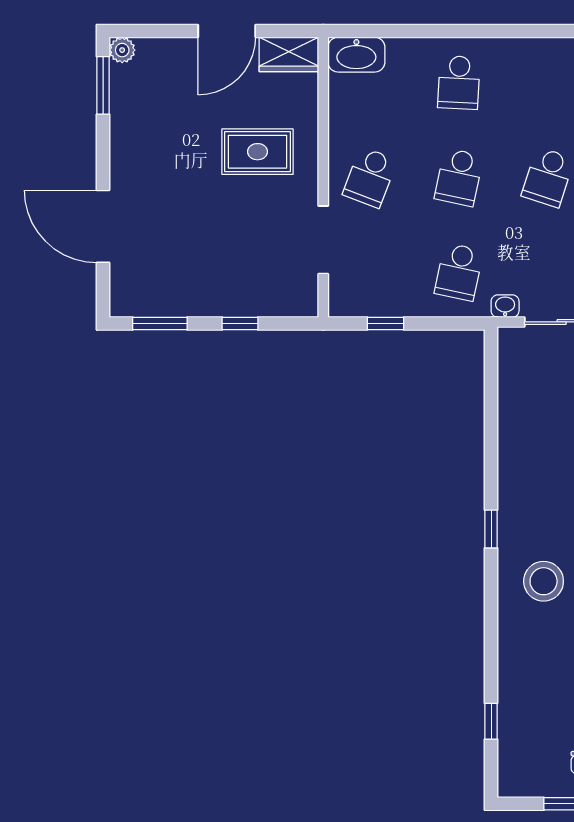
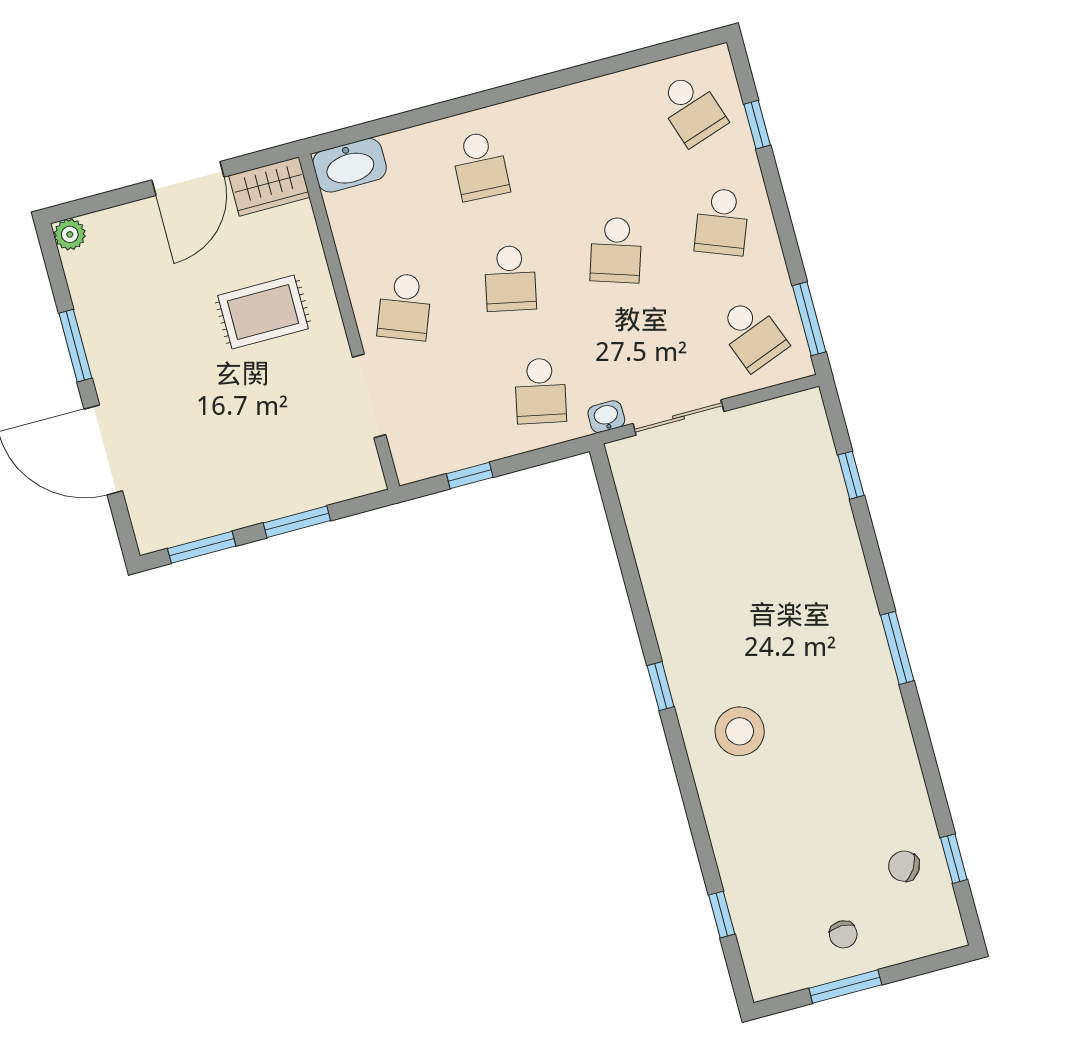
window: (103, 85) -> (75, 346), moved
window: (240, 323) -> (297, 522), width x1.50

